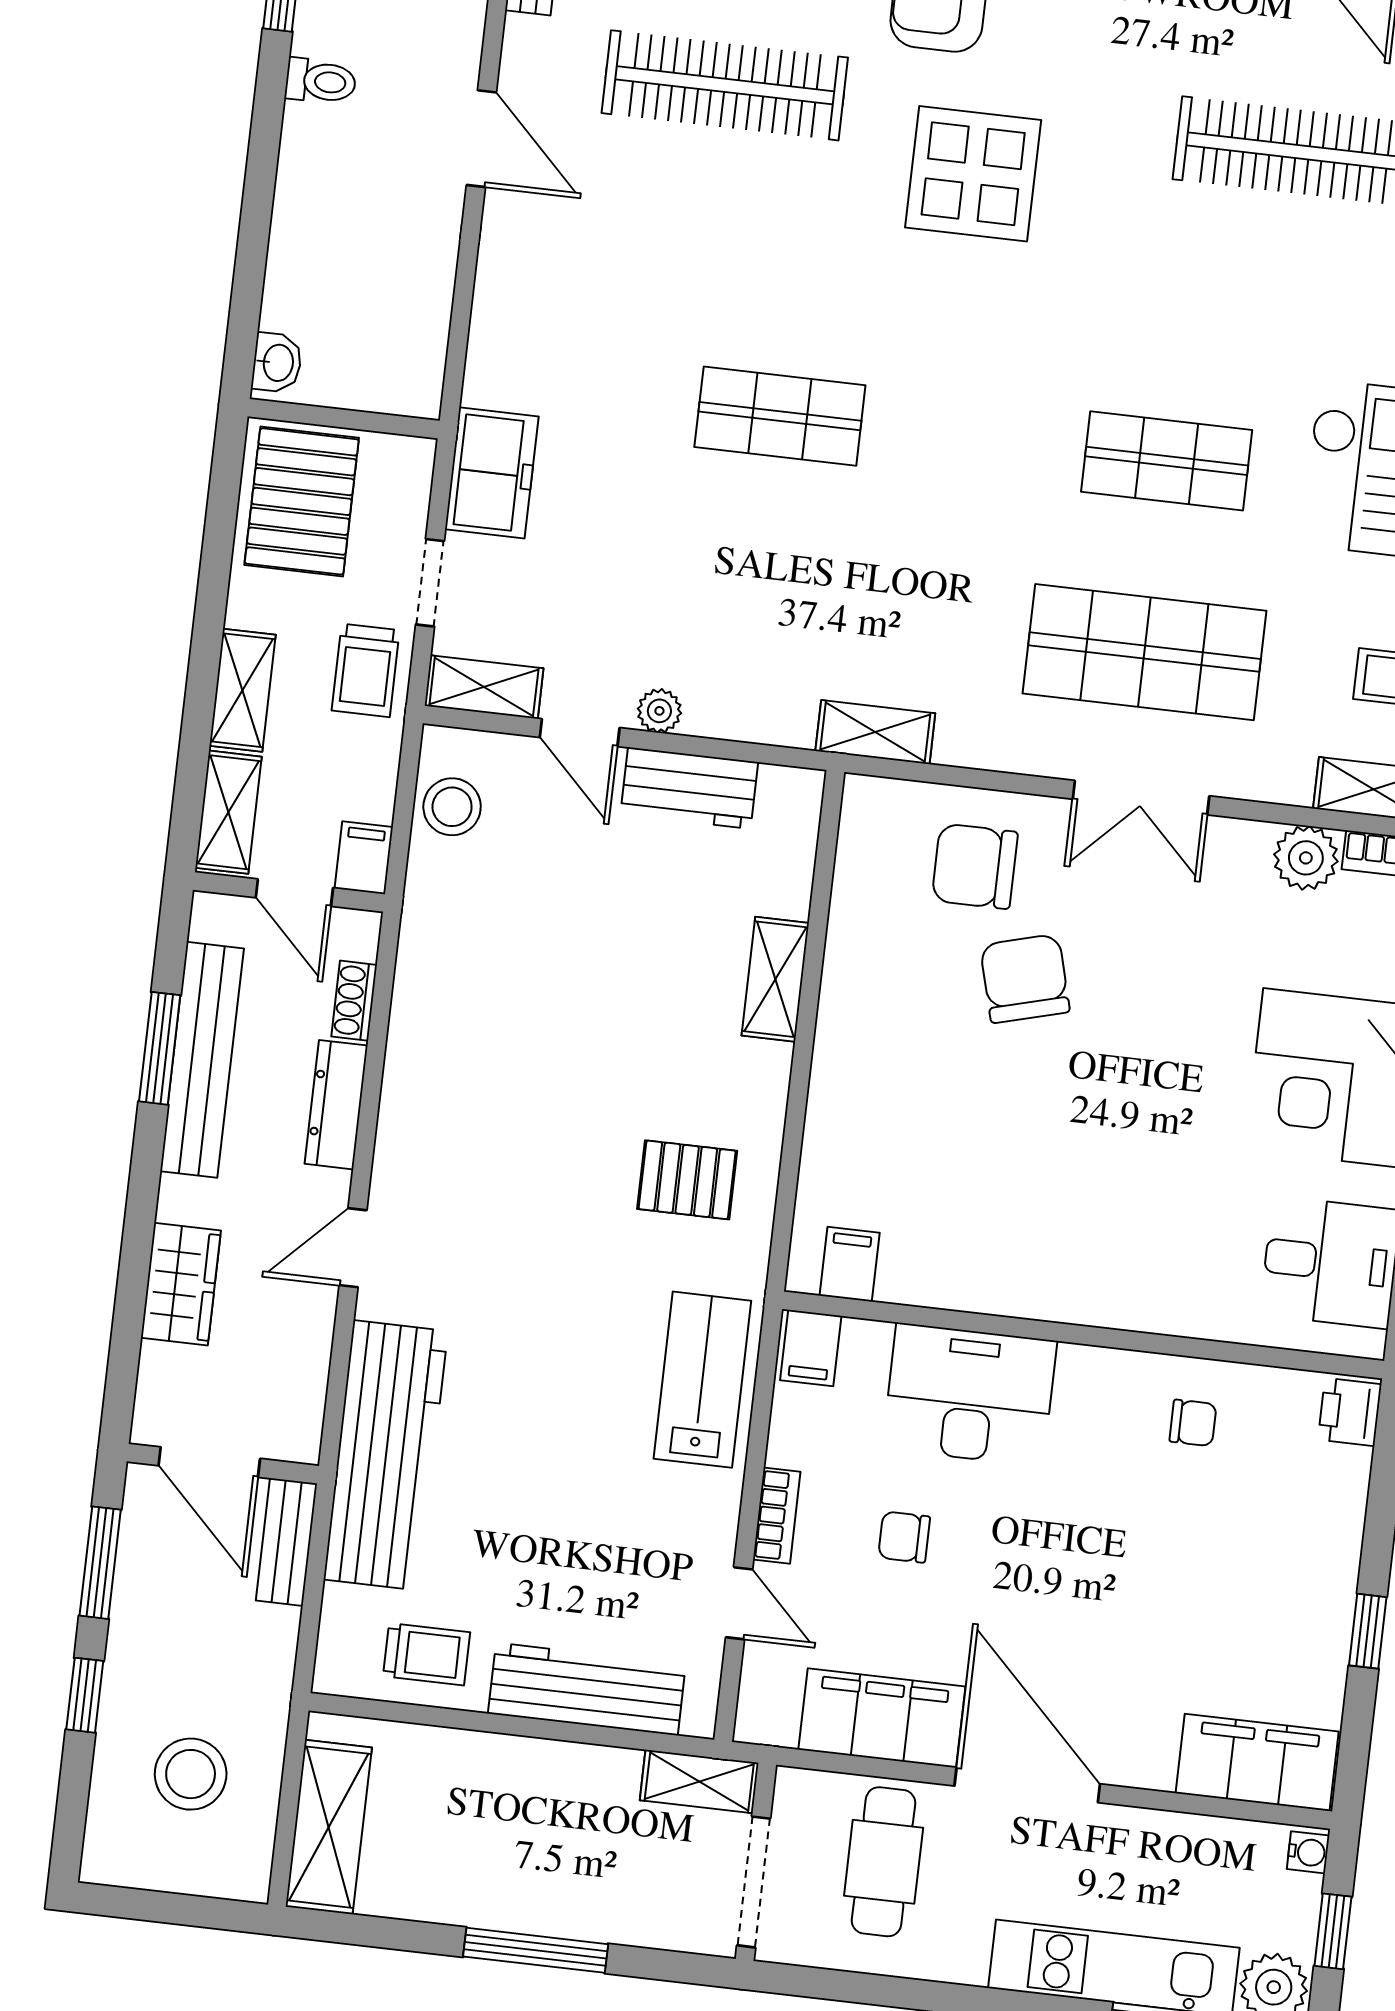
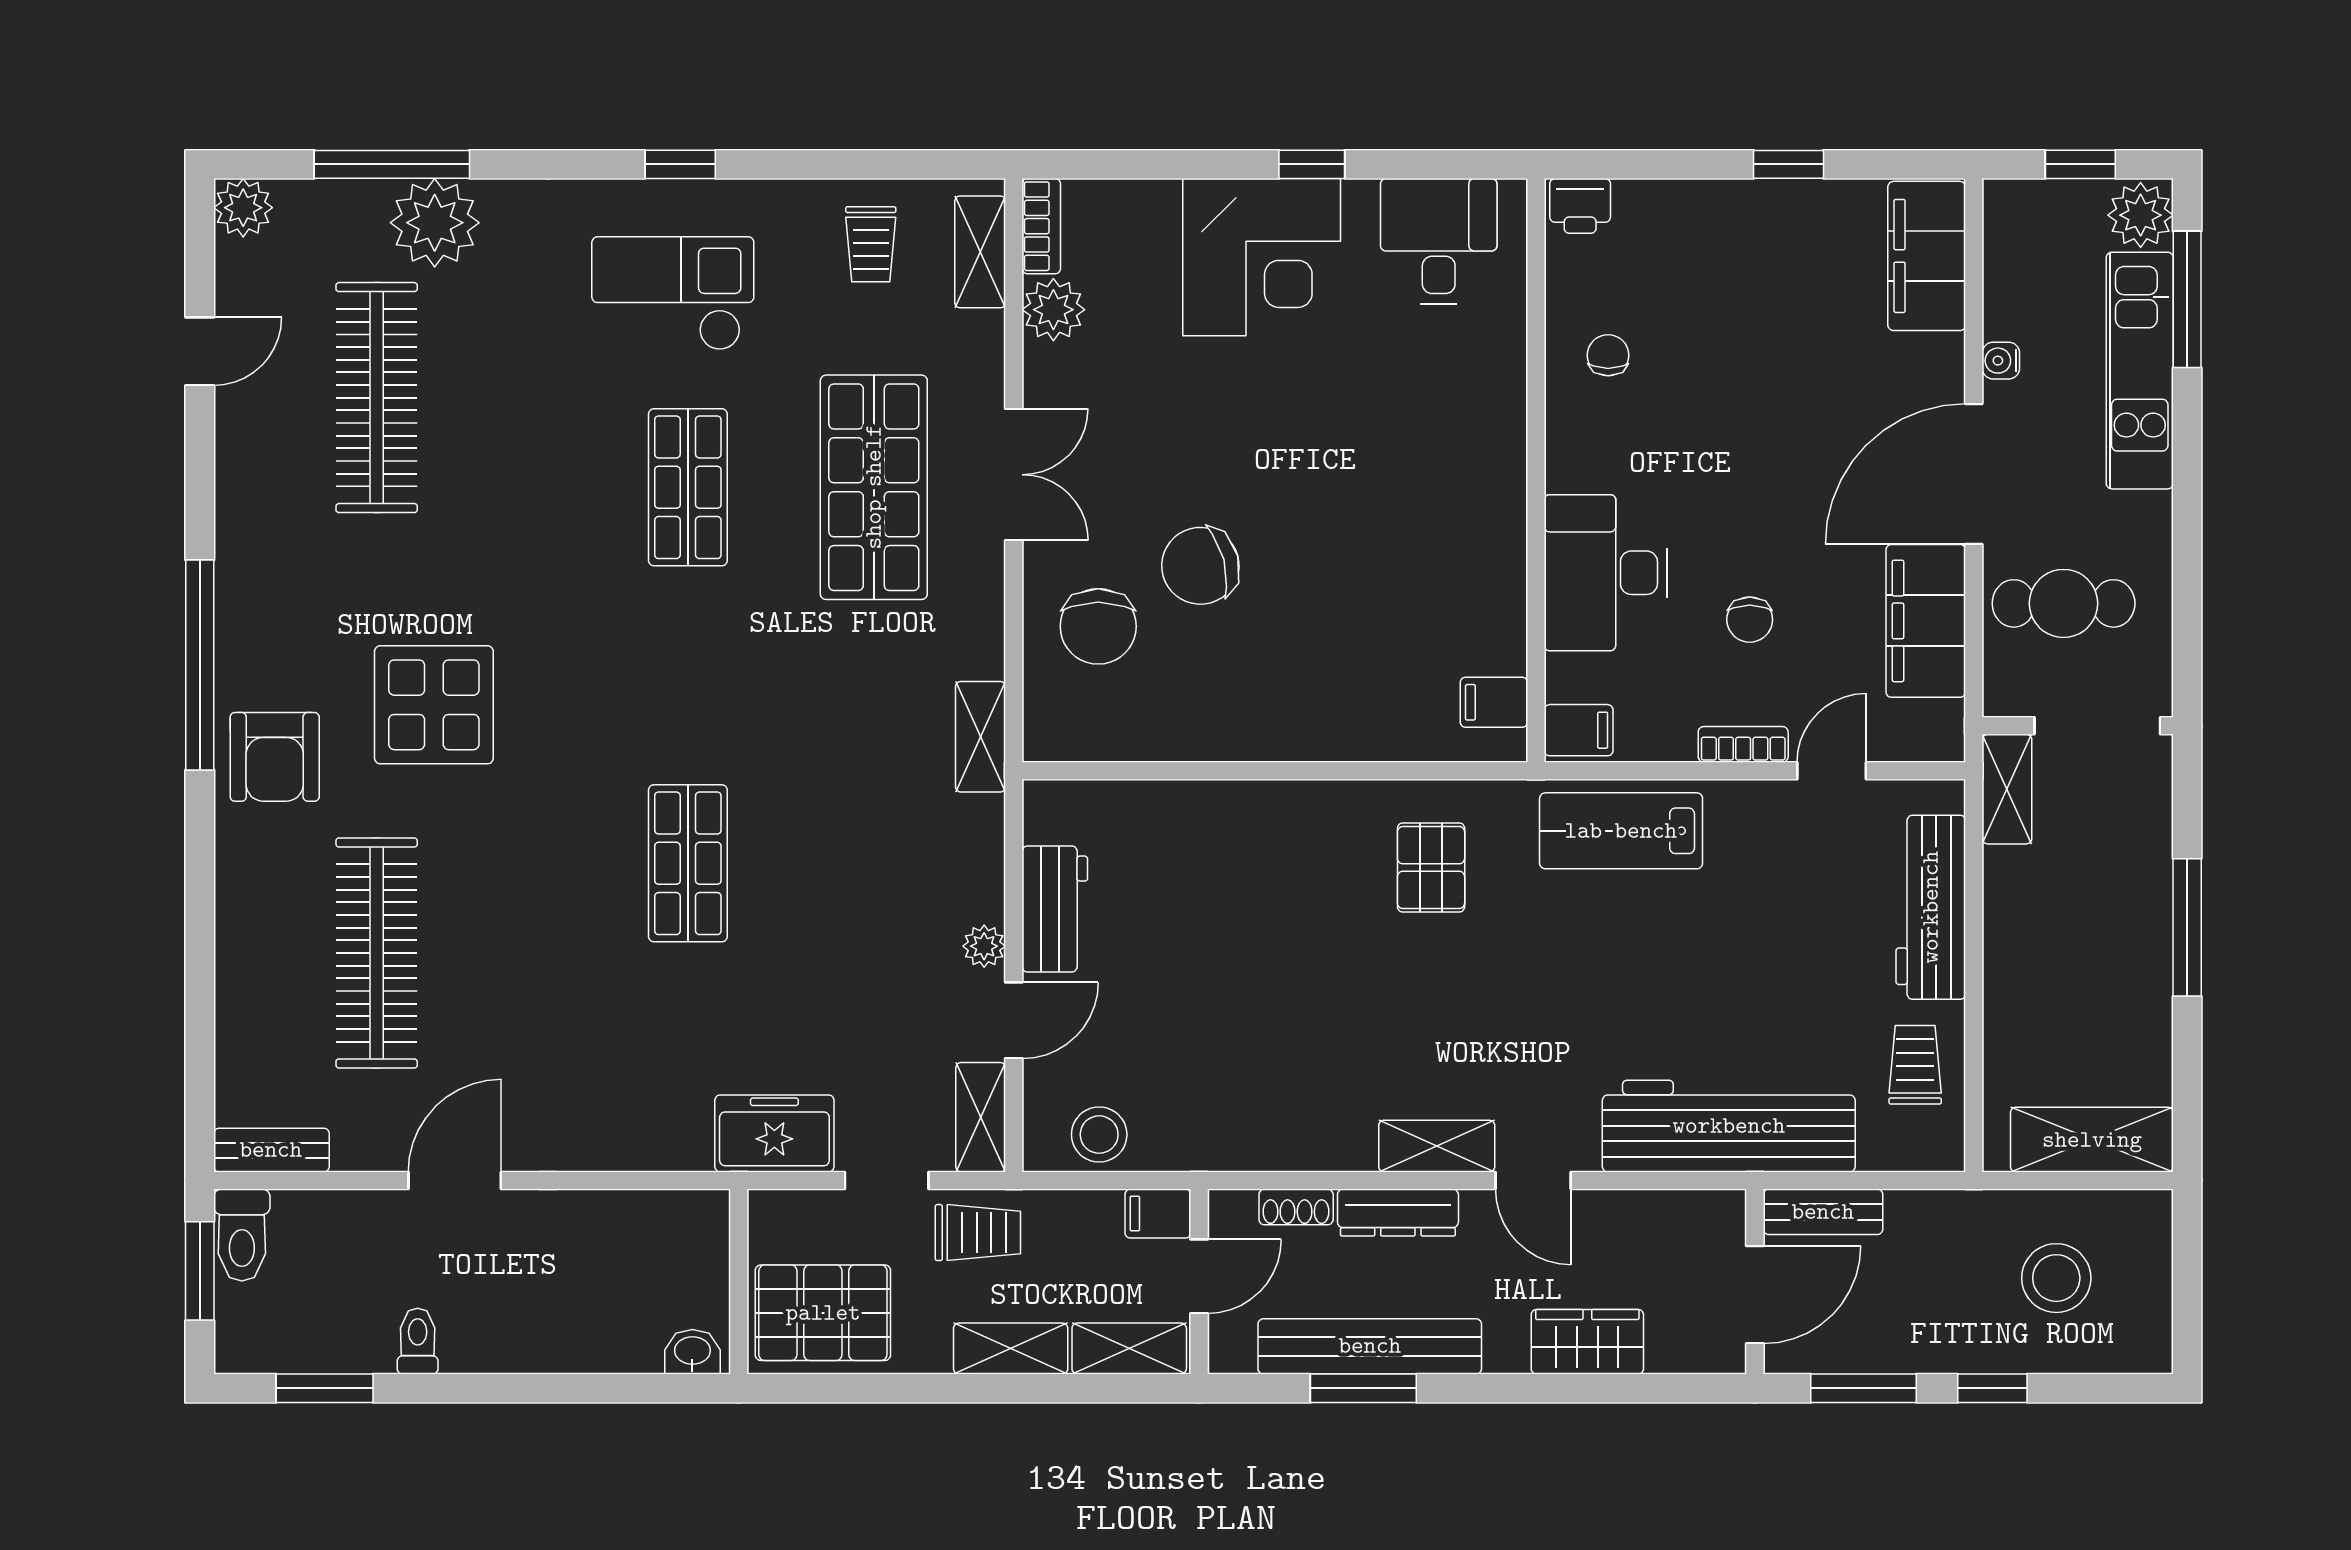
shelving: (775, 979) -> (1437, 1146), moved
water cooler: (1308, 1852) -> (2001, 361), moved, turned -90

